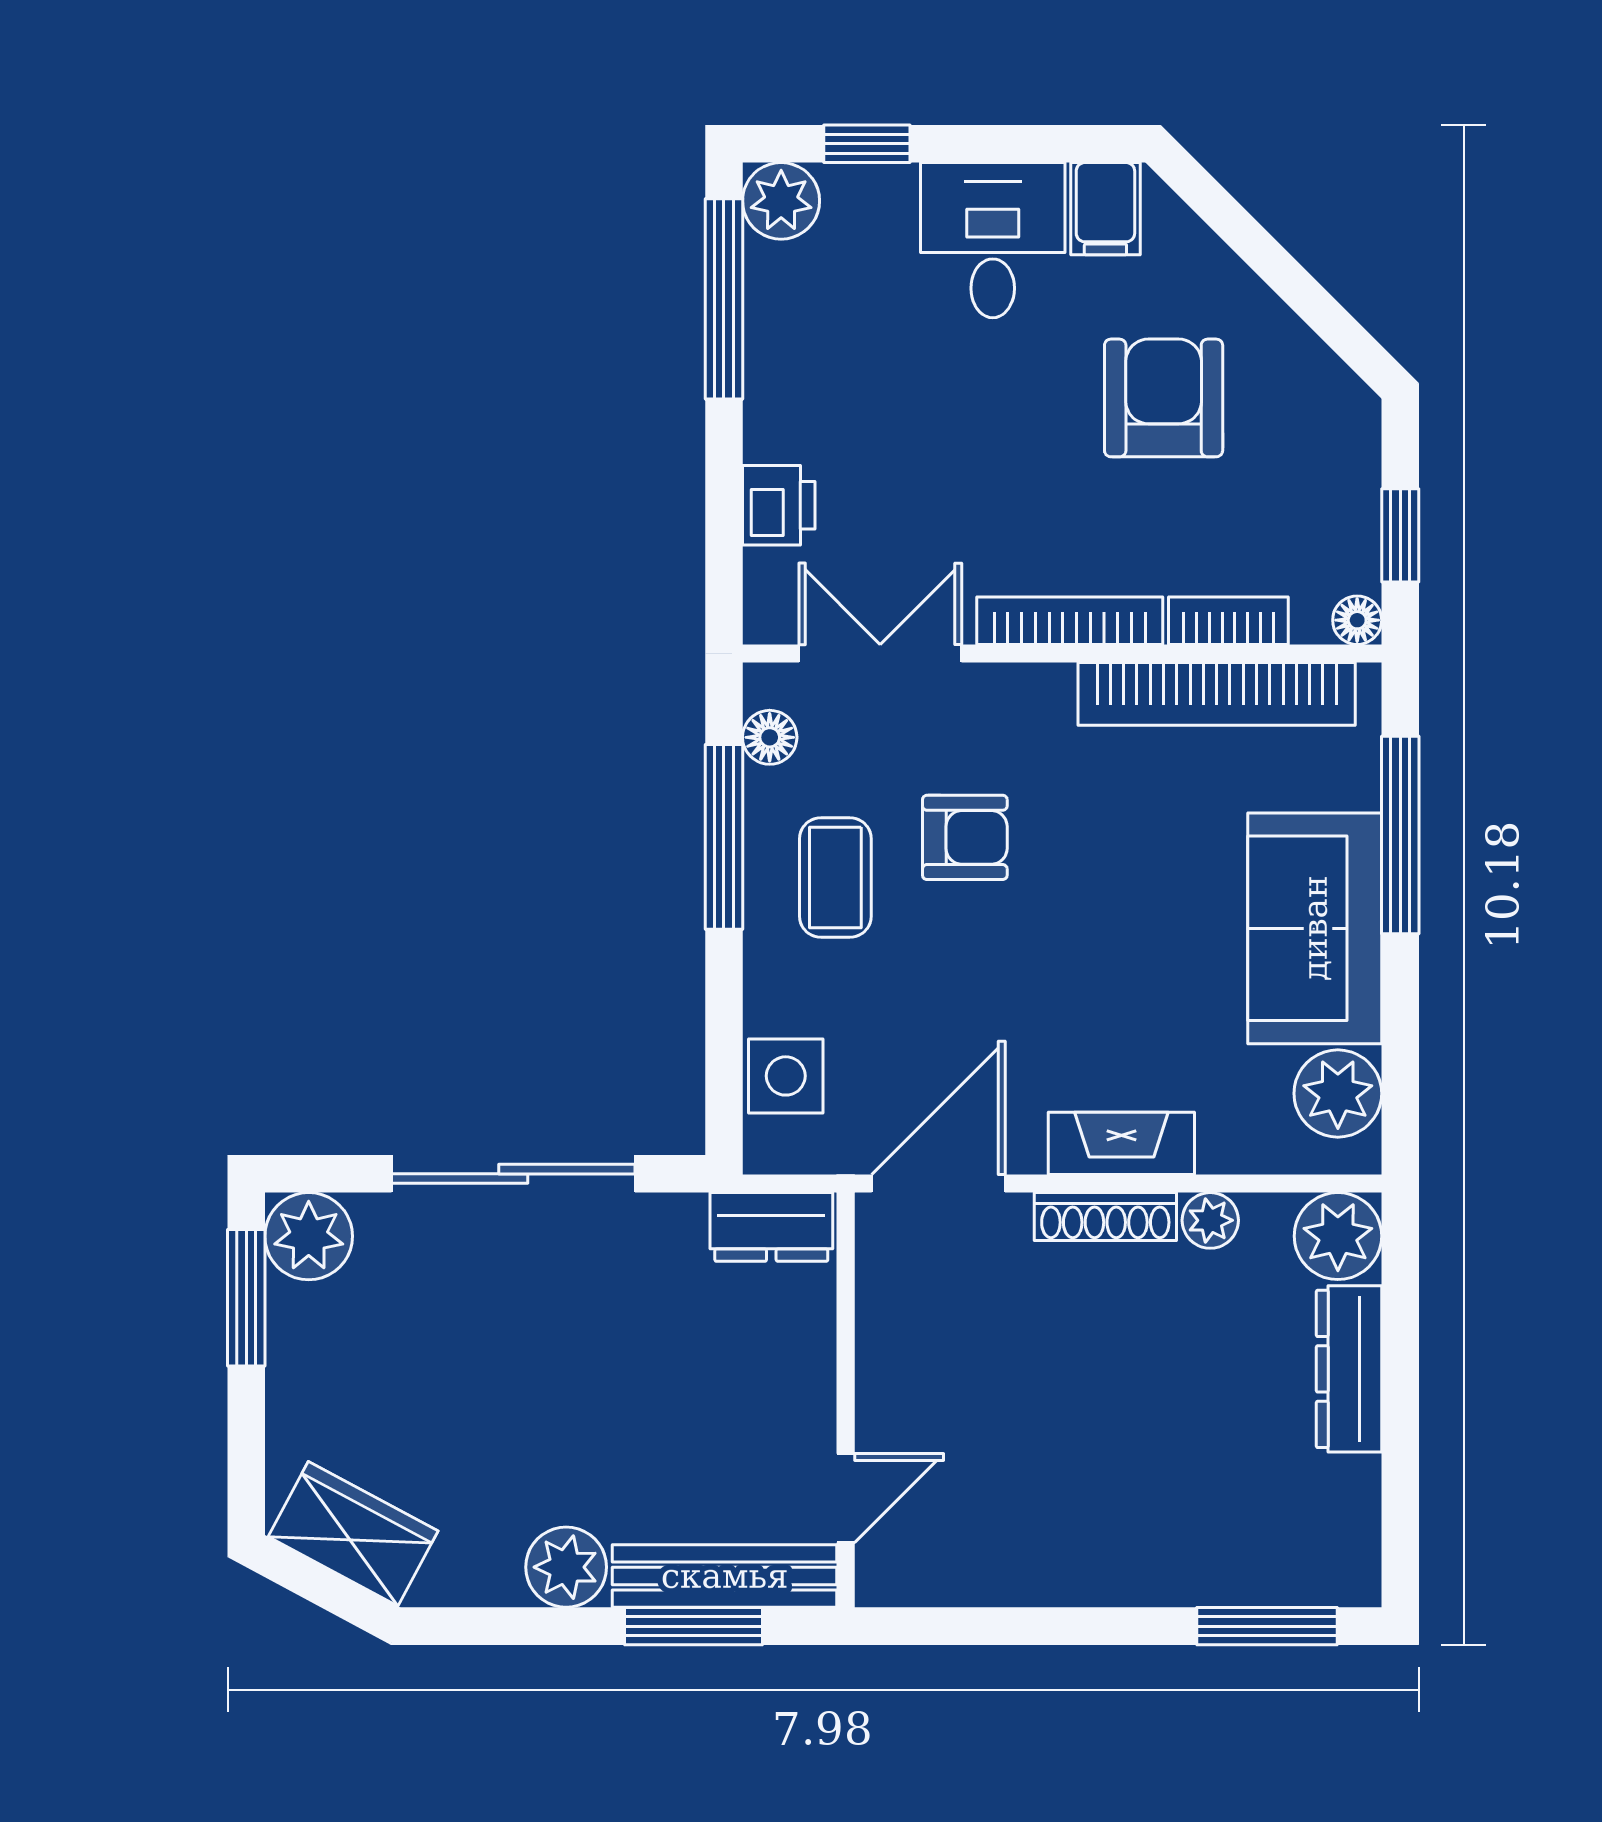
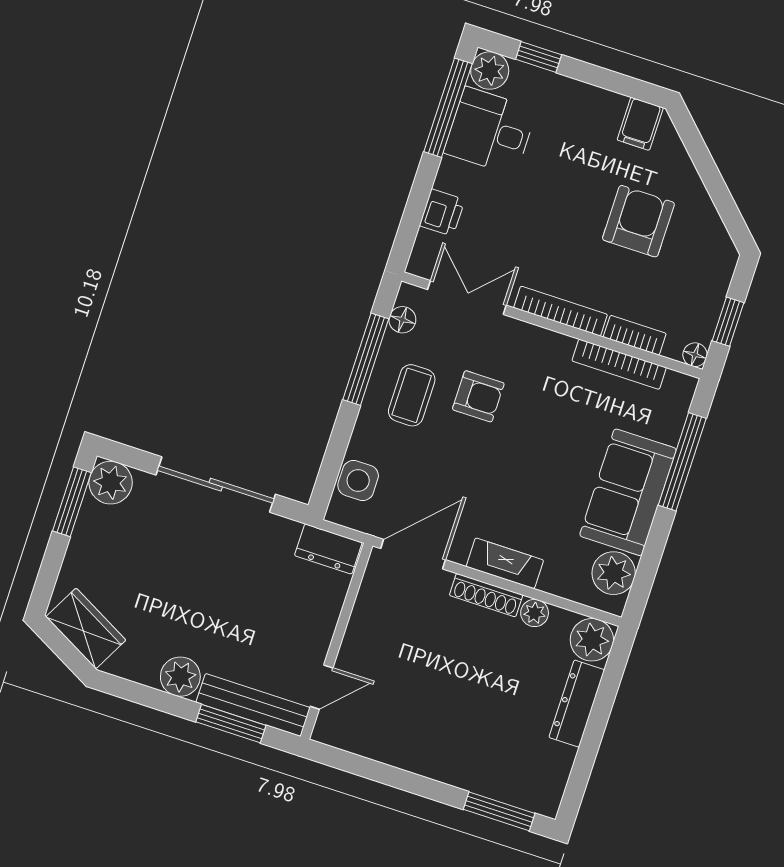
desk: (993, 240) -> (490, 131), moved, turned -90
bookcase: (1217, 694) -> (619, 364), width x0.68, depth x0.76

